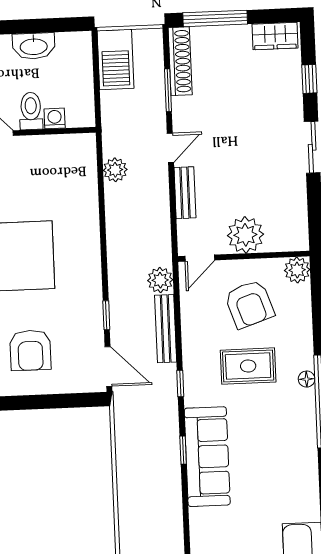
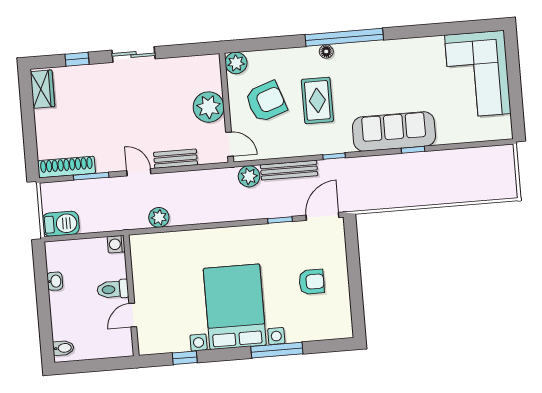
window: (215, 18) -> (30, 139), removed
washbasin: (34, 46) -> (55, 281), width x0.52, depth x0.69
barbecue: (116, 59) -> (61, 224), width x0.73, depth x0.83
washing machine: (55, 118) -> (116, 244), moved
armchair: (30, 350) -> (312, 282), width x0.72, depth x0.72
window: (183, 450) -> (413, 150), moved

